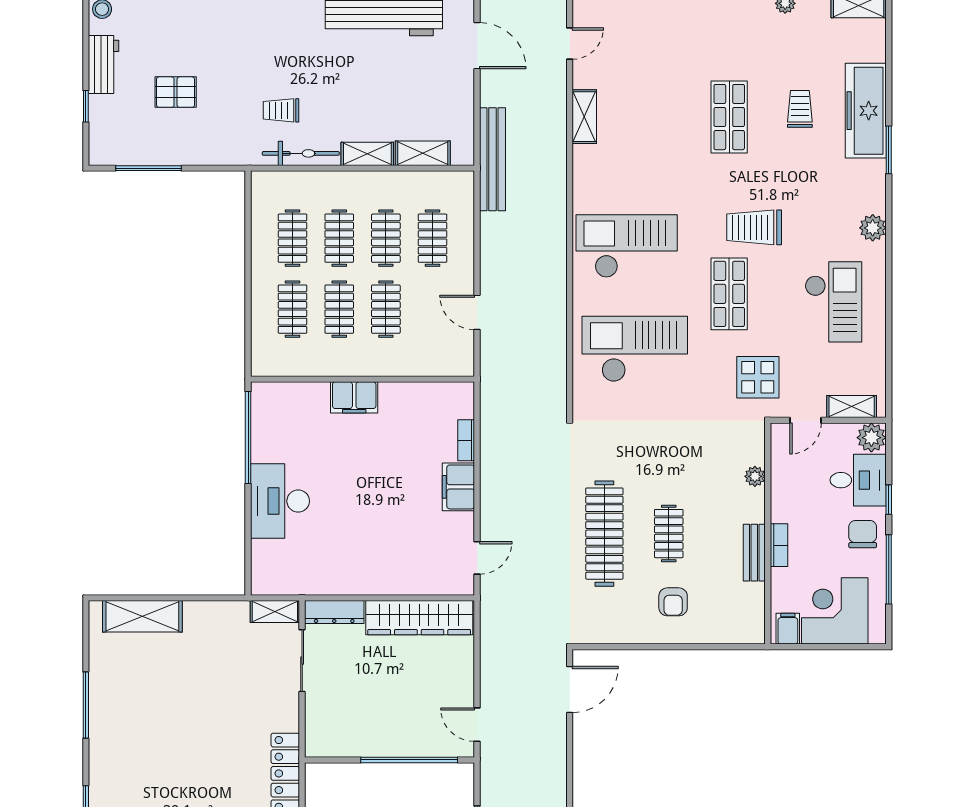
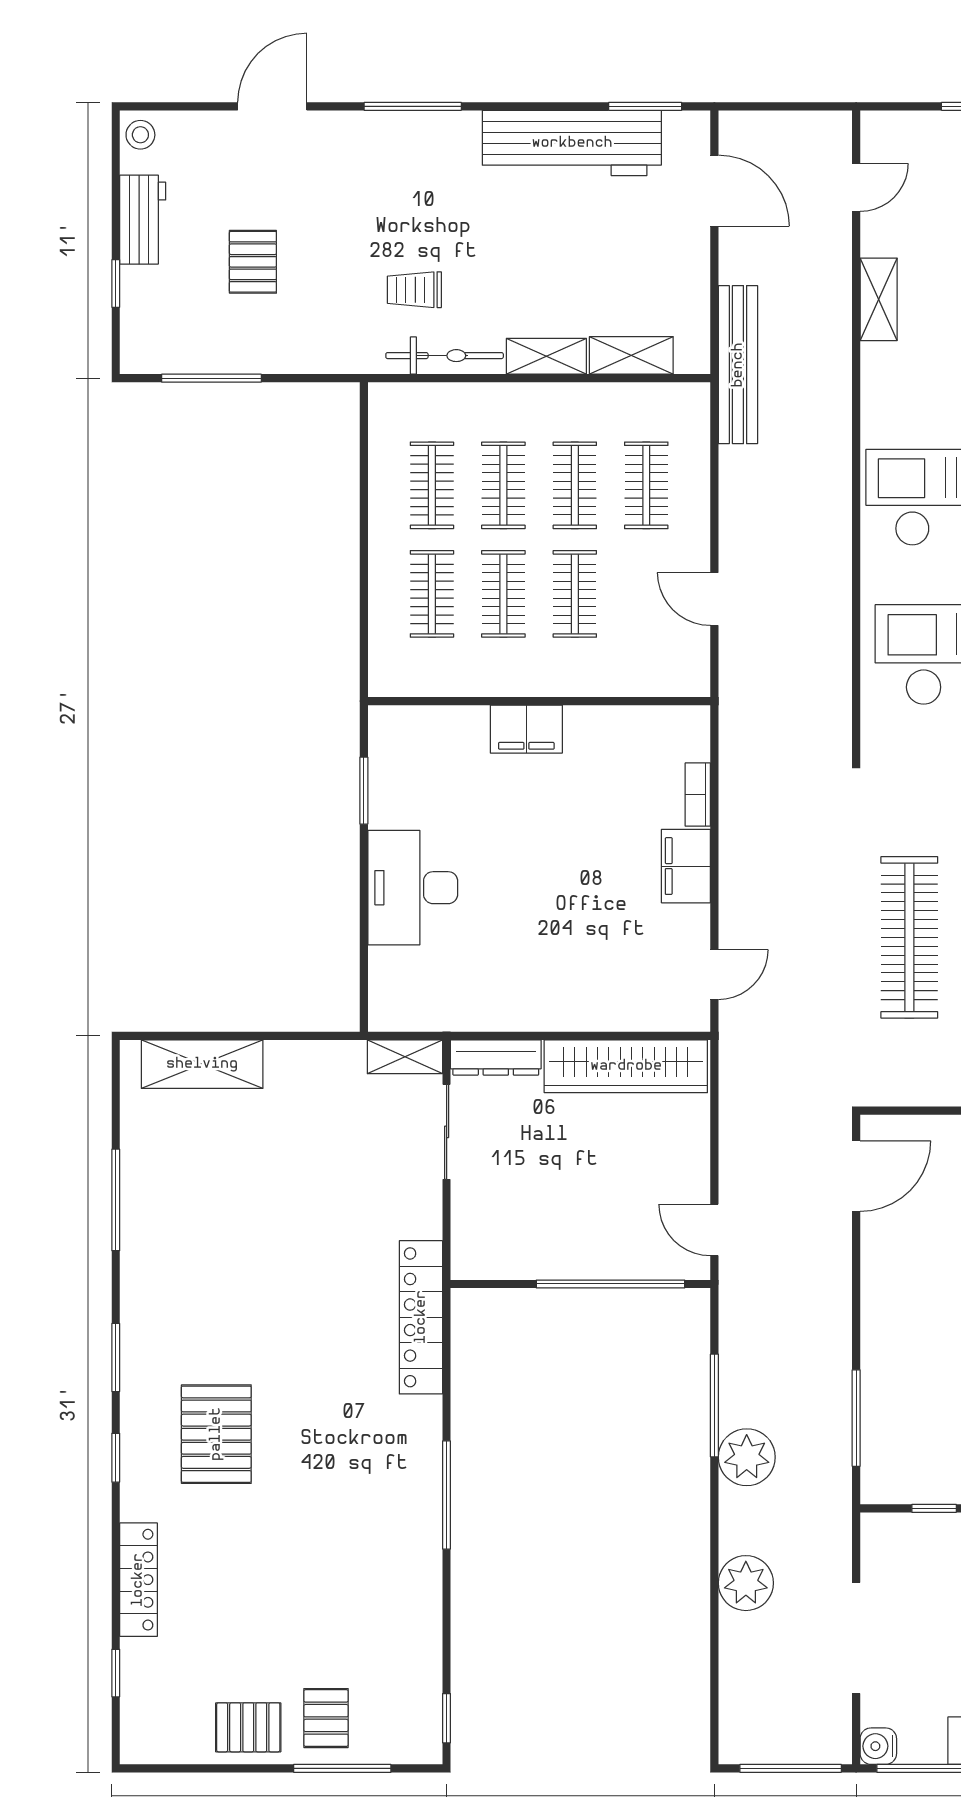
pallet: (176, 92) -> (253, 262), turned 90
window: (248, 438) -> (364, 791), width x0.47

